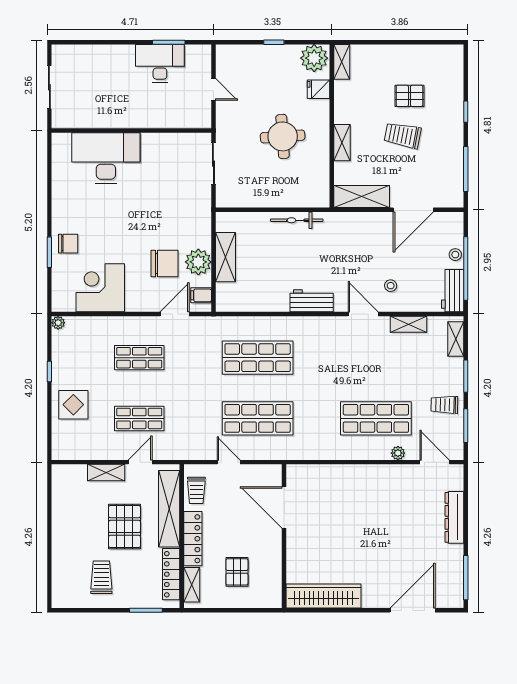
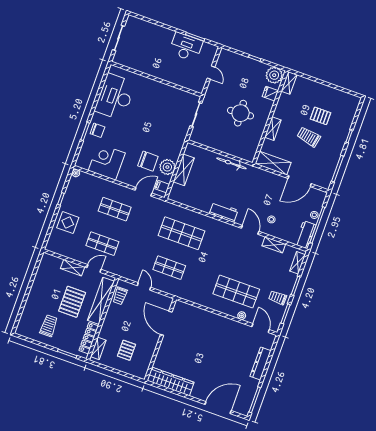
desk: (106, 158) -> (115, 97), moved, turned -90
shop shelf: (258, 418) -> (169, 268), width x0.70, depth x0.74
locker: (193, 539) -> (108, 323), removed

